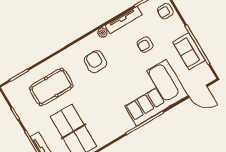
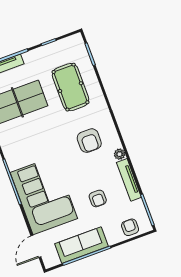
armchair: (145, 45) -> (98, 198), turned 180
sofa: (189, 51) -> (81, 245), width x1.36
armchair: (95, 62) -> (89, 141), turned 90

